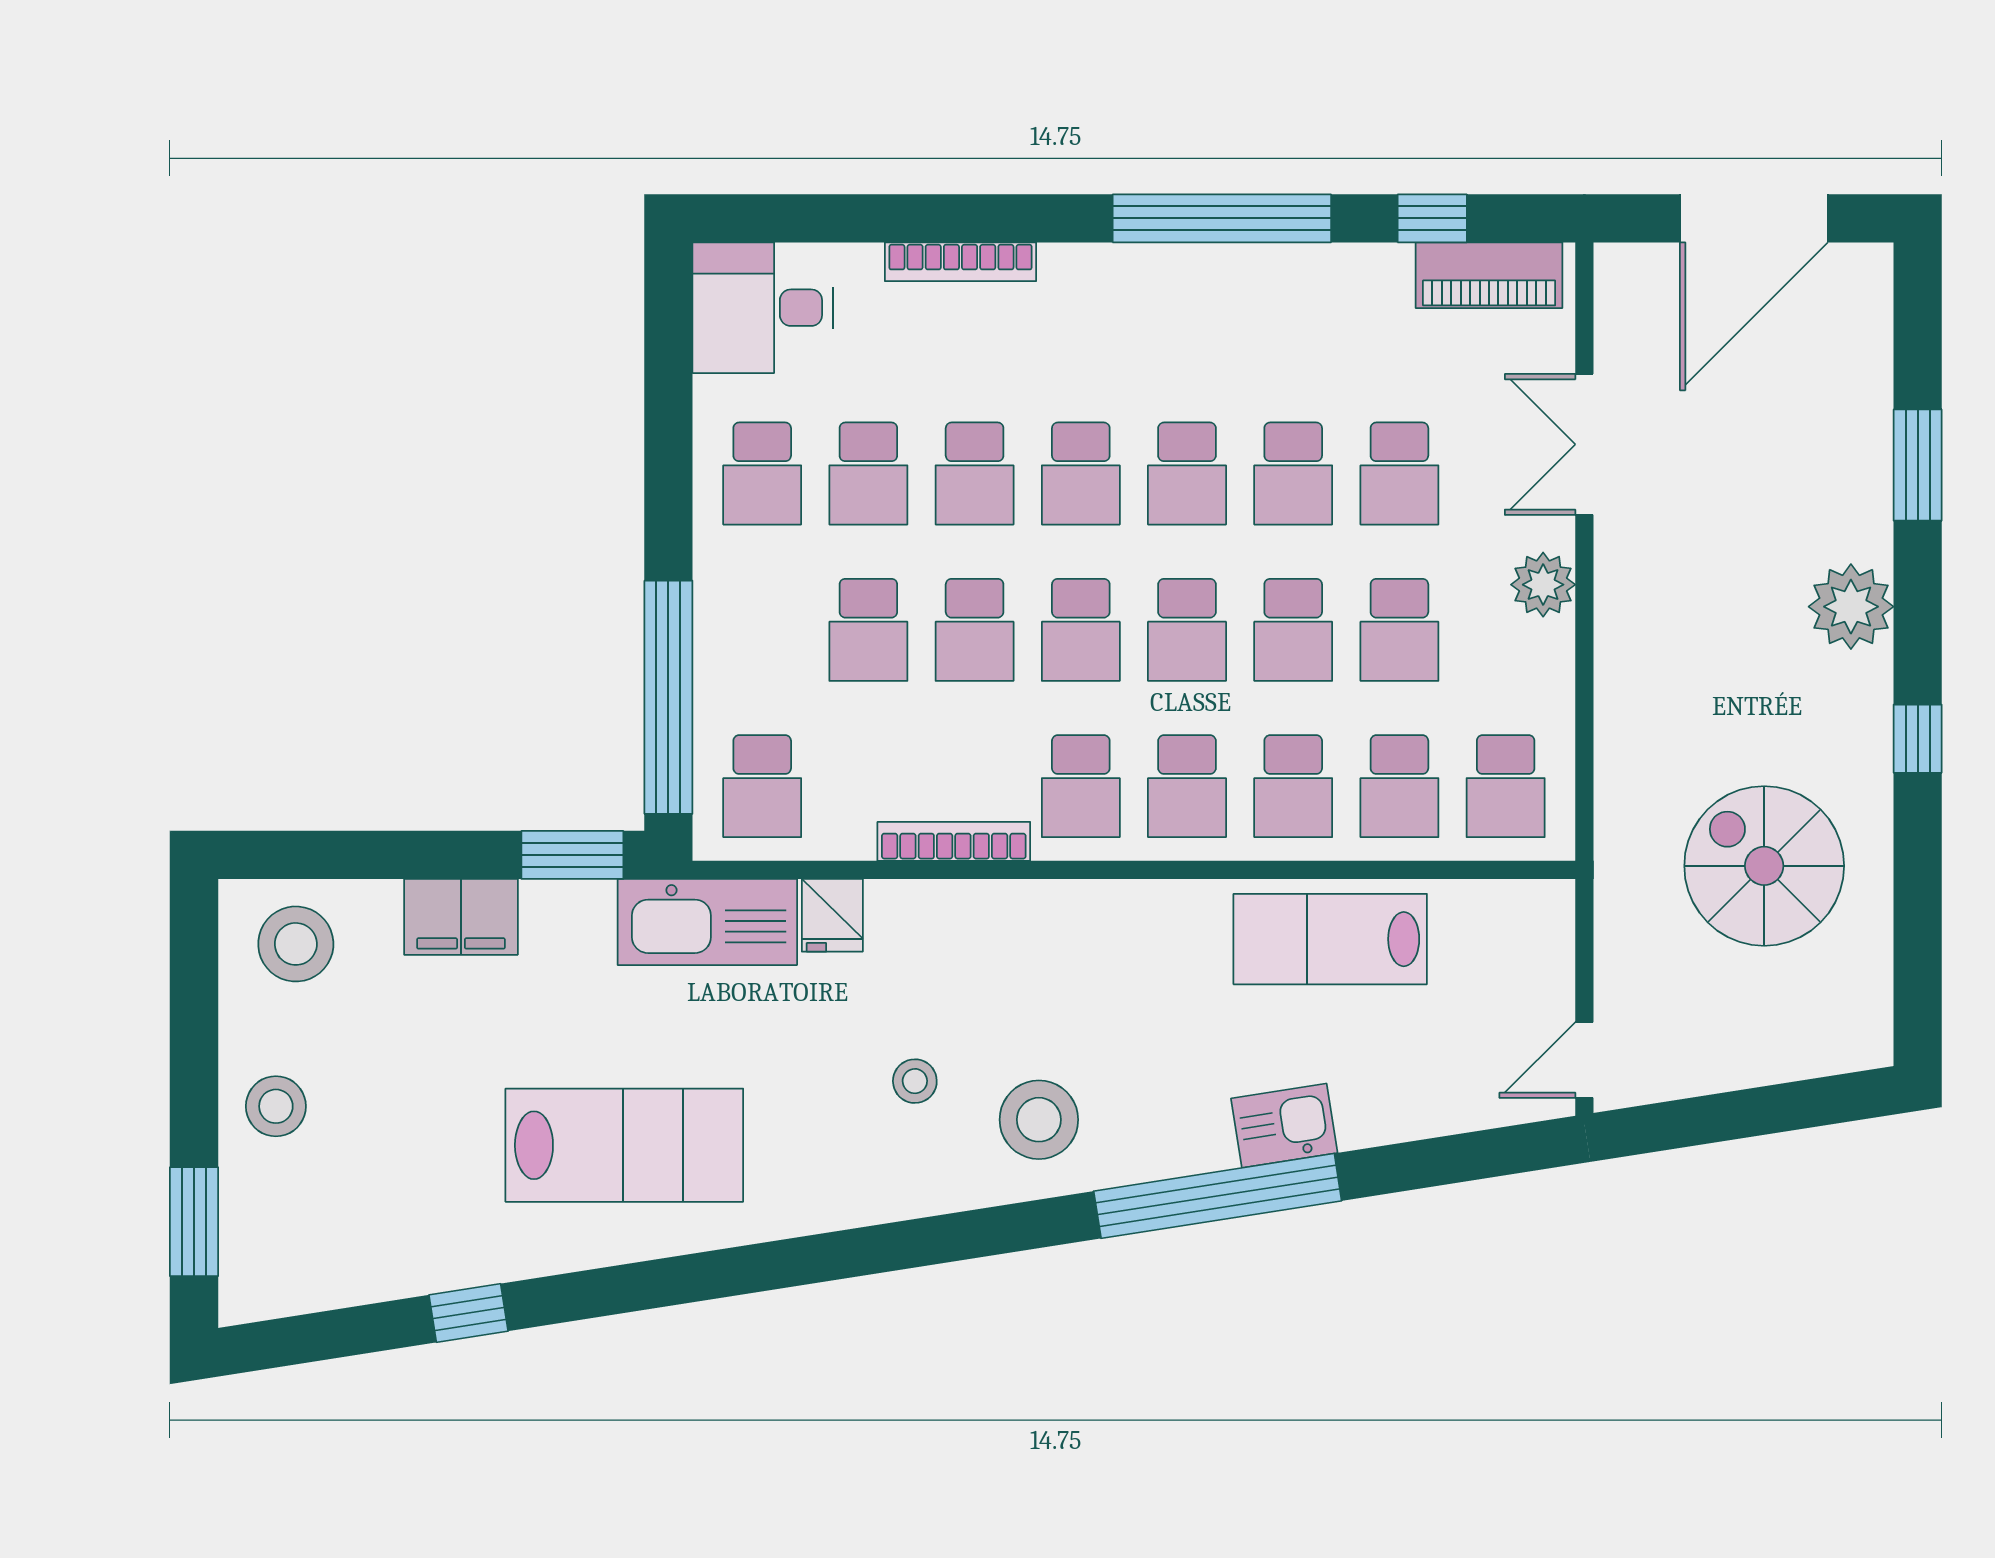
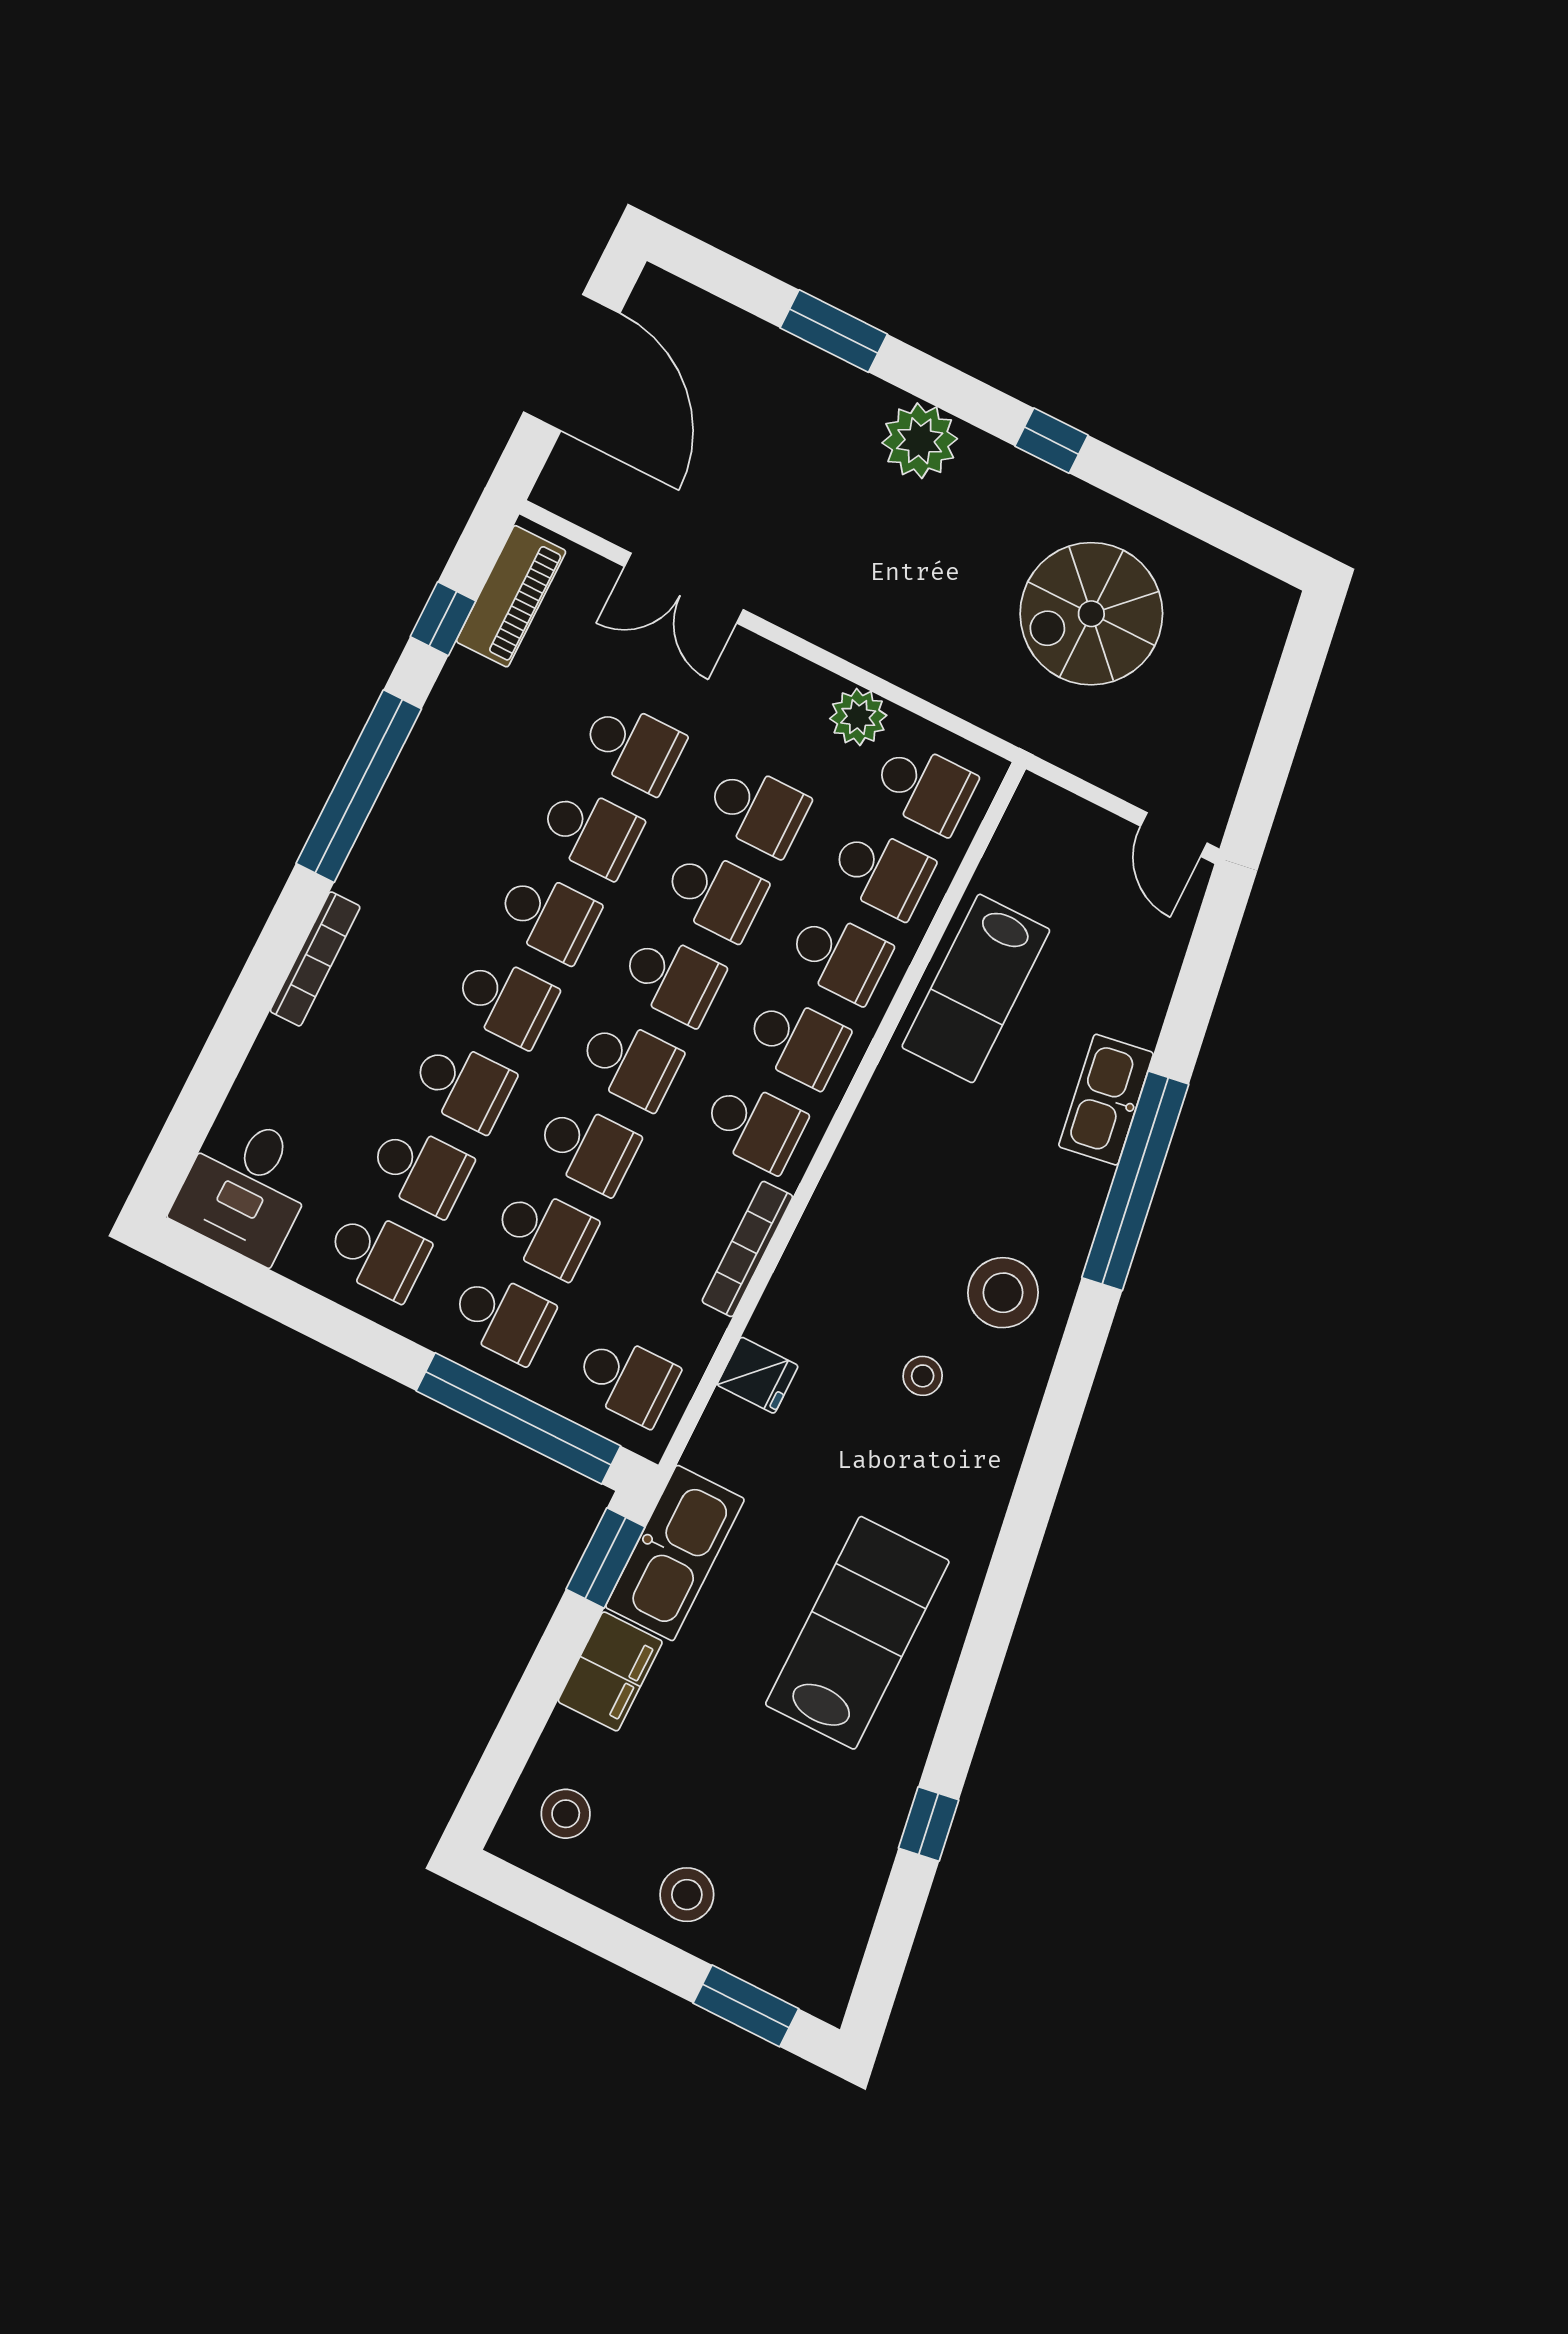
bookcase: (960, 262) -> (315, 959), moved
plant: (1543, 585) -> (858, 717), moved
school desk: (762, 630) -> (502, 1317), added
kitchen sink: (707, 922) -> (675, 1553), moved
stool: (296, 944) -> (566, 1814), width x0.73, depth x0.73
kitchen sink: (1284, 1126) -> (1106, 1100), width x1.38

